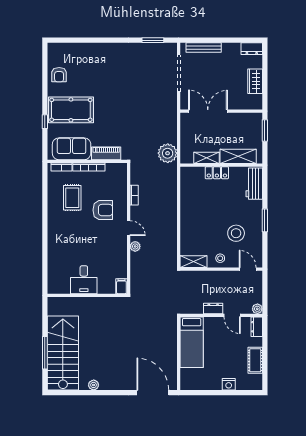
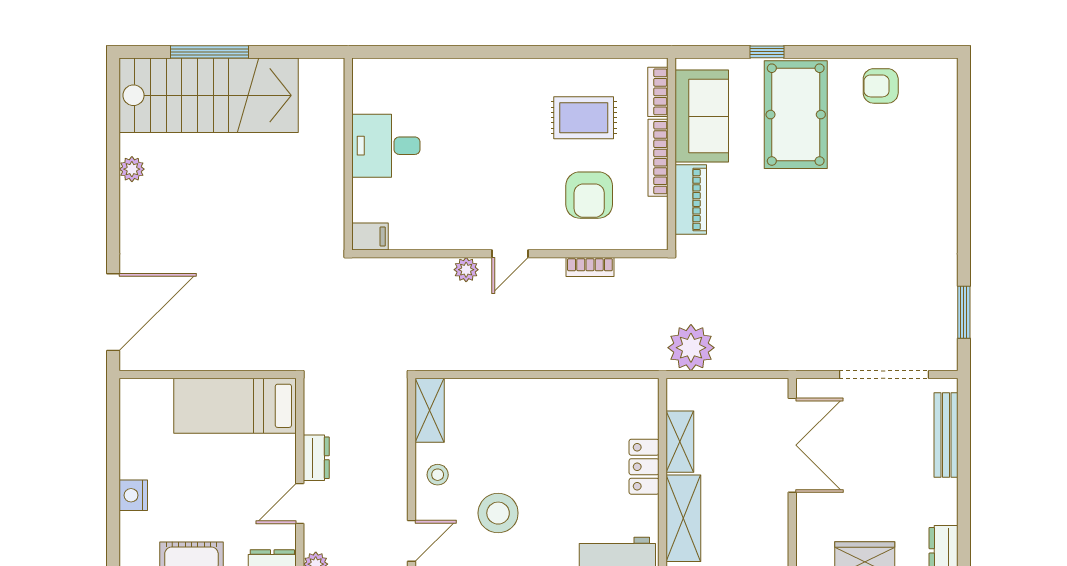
armchair: (103, 210) -> (589, 195), moved

